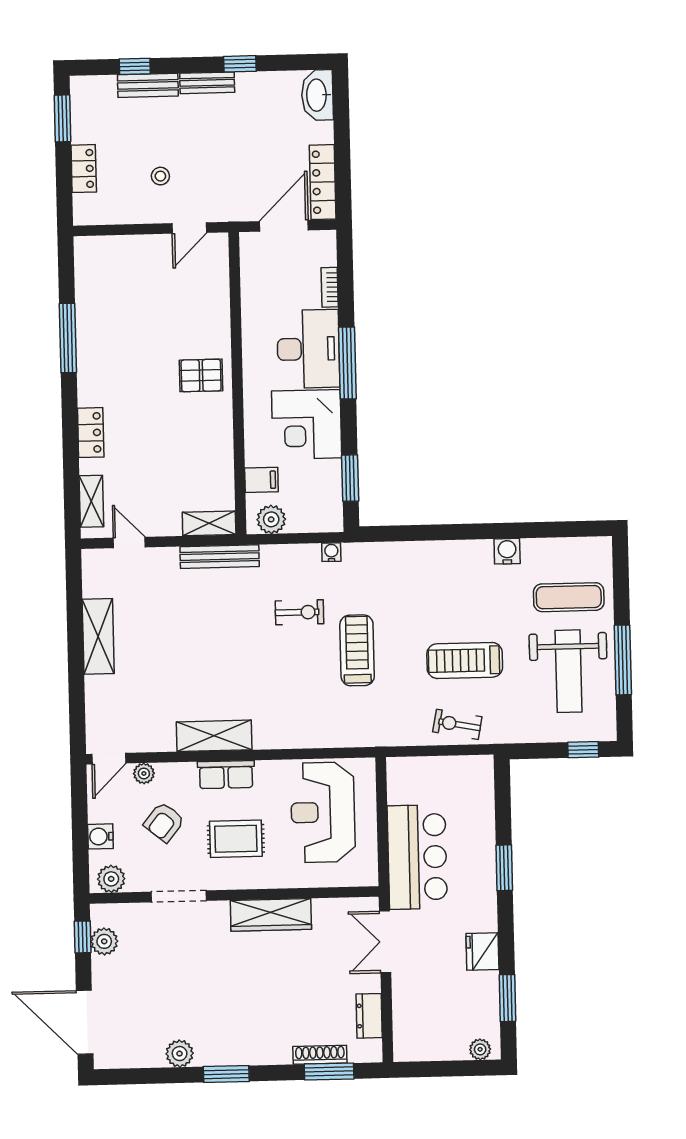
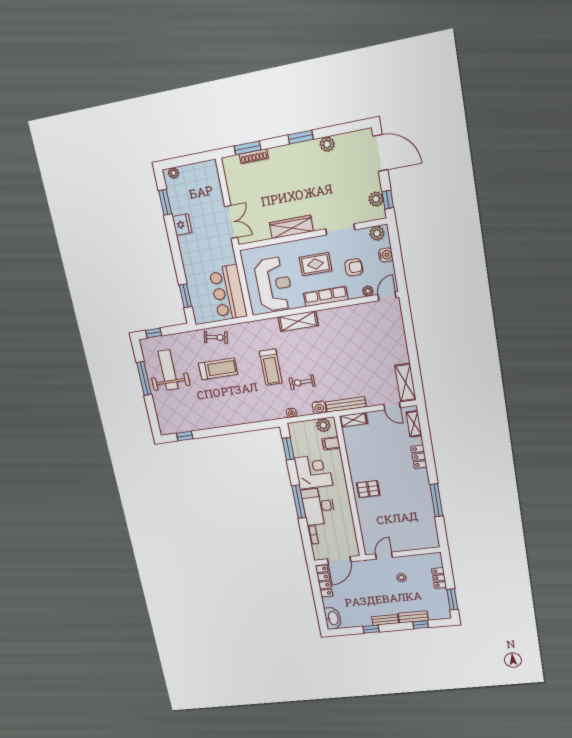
window: (561, 529) -> (185, 436), added
water cooler: (507, 551) -> (319, 407), moved
exercise mat: (569, 597) -> (175, 405), removed
shelving: (98, 636) -> (405, 383), moved
shelving: (214, 736) -> (298, 321), moved
row of seats: (226, 775) -> (326, 296), width x1.48
armchair: (164, 822) -> (354, 267), turned 51
bar counter: (417, 857) -> (228, 293), moved
window: (504, 868) -> (185, 296), moved
dresser: (369, 1016) -> (232, 181), removed

